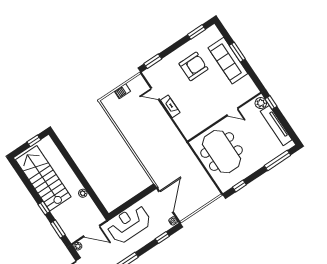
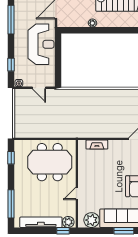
plant: (246, 85) -> (92, 220), added
fireplace: (170, 106) -> (97, 145), moved
door: (166, 202) -> (39, 88), width x0.53

